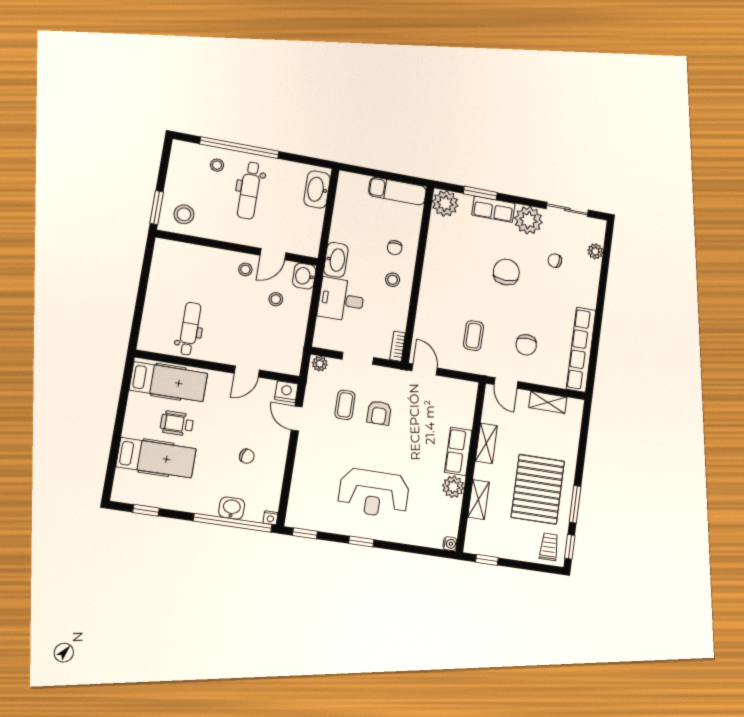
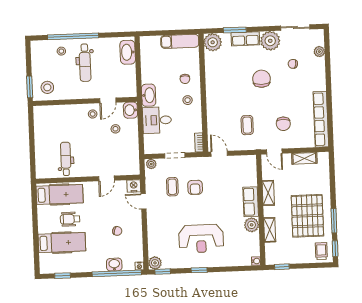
plant: (296, 517) -> (155, 263), added

